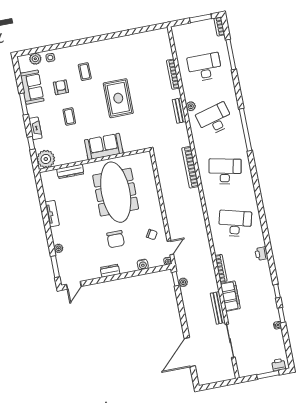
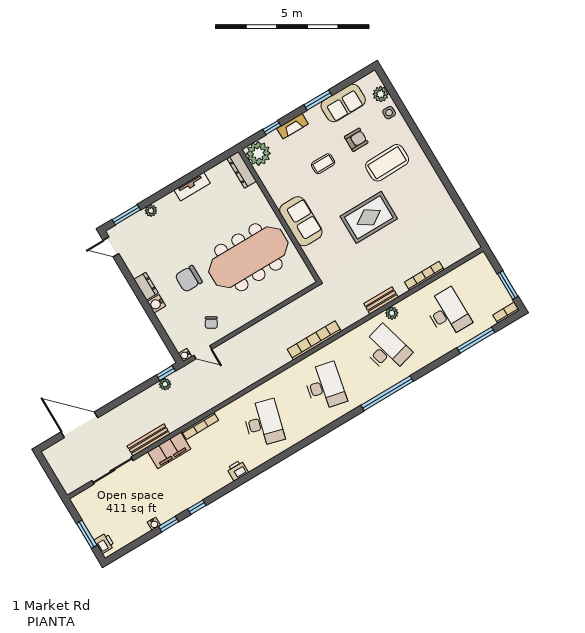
coffee table: (85, 72) -> (387, 163), width x1.86, depth x1.72
dresser: (70, 171) -> (242, 170), moved
water cooler: (143, 264) -> (156, 304), moved

